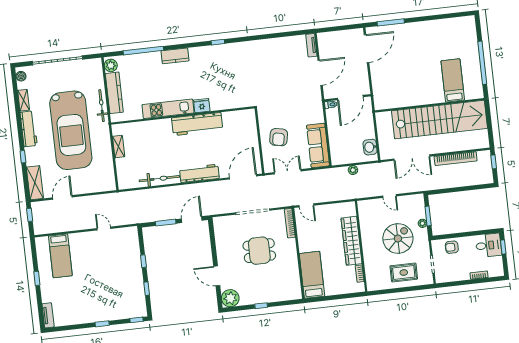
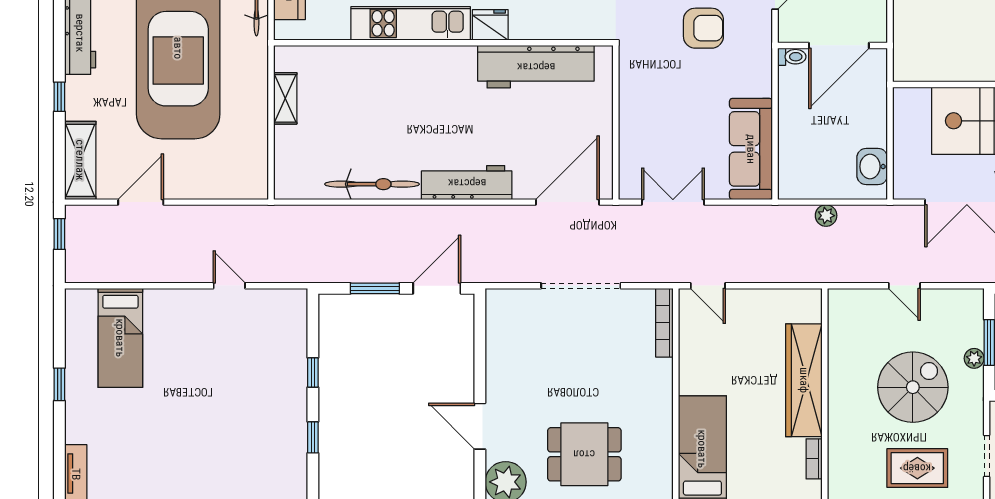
workbench: (197, 124) -> (536, 67), moved
armchair: (279, 137) -> (703, 28), moved, turned -101
dining table: (259, 251) -> (584, 454), moved

